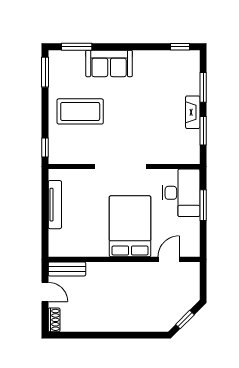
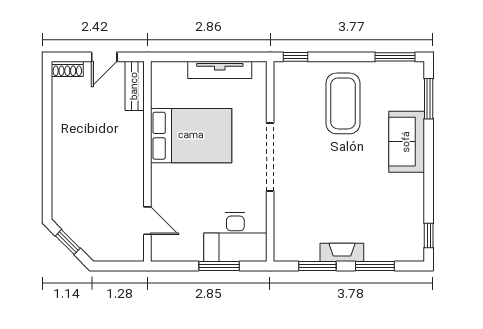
bed: (130, 226) -> (191, 136), moved

